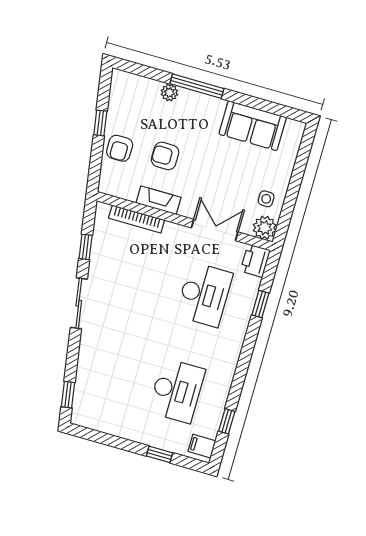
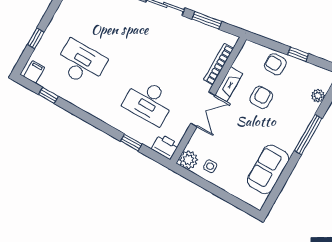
plant: (169, 93) -> (318, 96), moved
double door: (215, 230) -> (203, 109), moved
window: (86, 247) -> (207, 20), width x1.50
desk: (177, 391) -> (81, 63), turned 180

